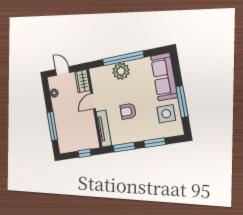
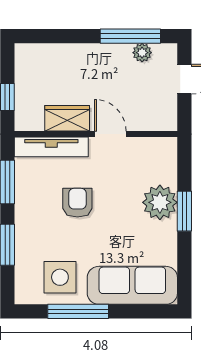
window: (123, 58) -> (184, 211), width x0.47
wardrobe: (82, 81) -> (67, 118), moved
window: (52, 126) -> (130, 36), moved

